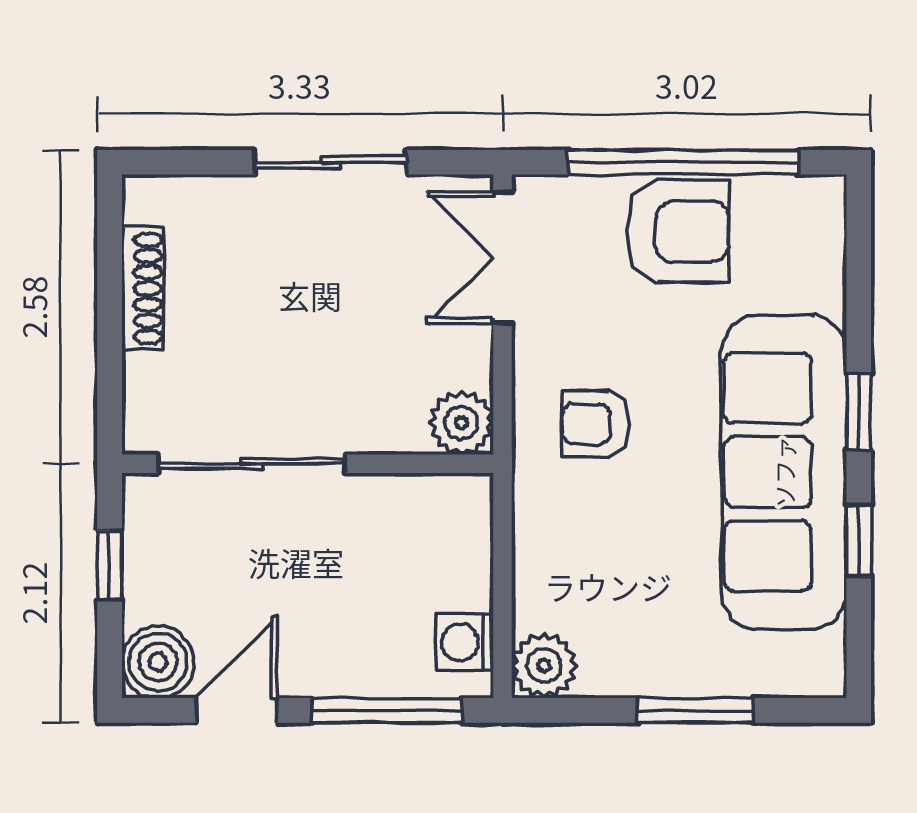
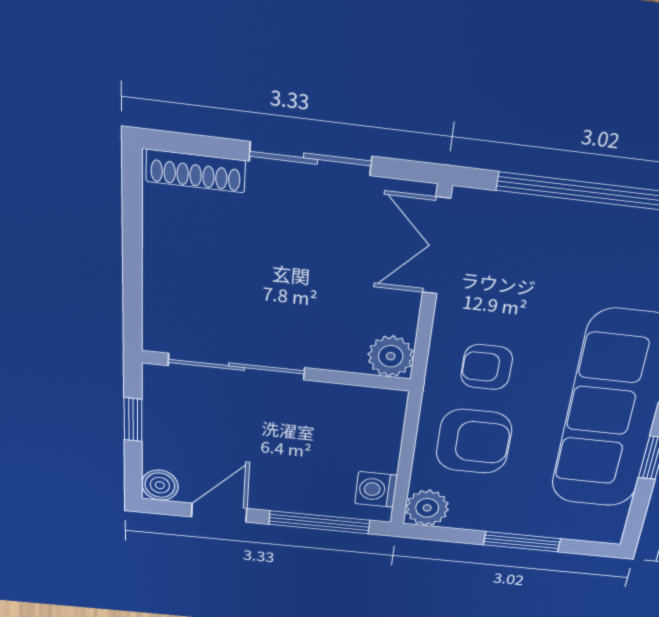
armchair: (678, 231) -> (474, 441), moved
shoe rack: (143, 288) -> (196, 171), moved, turned 90
boiler: (158, 662) -> (160, 485), width x0.73, depth x0.73

